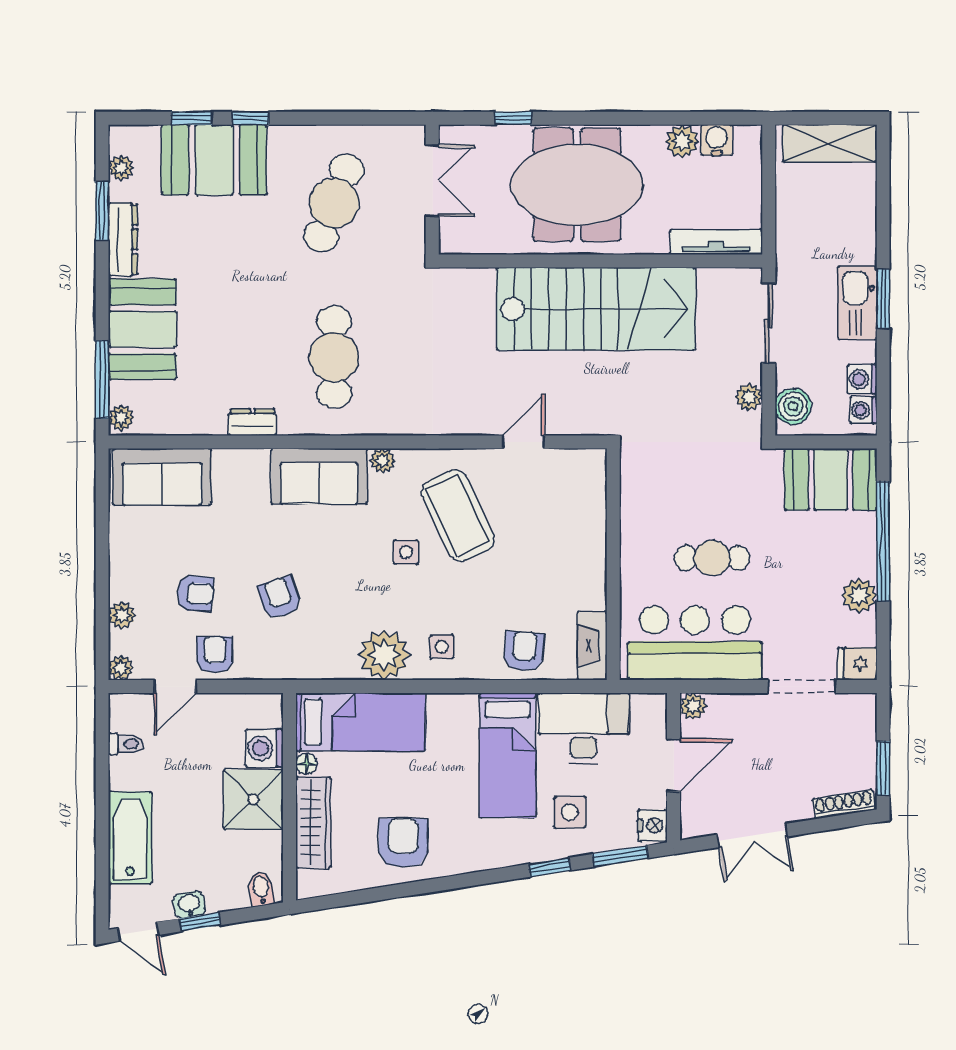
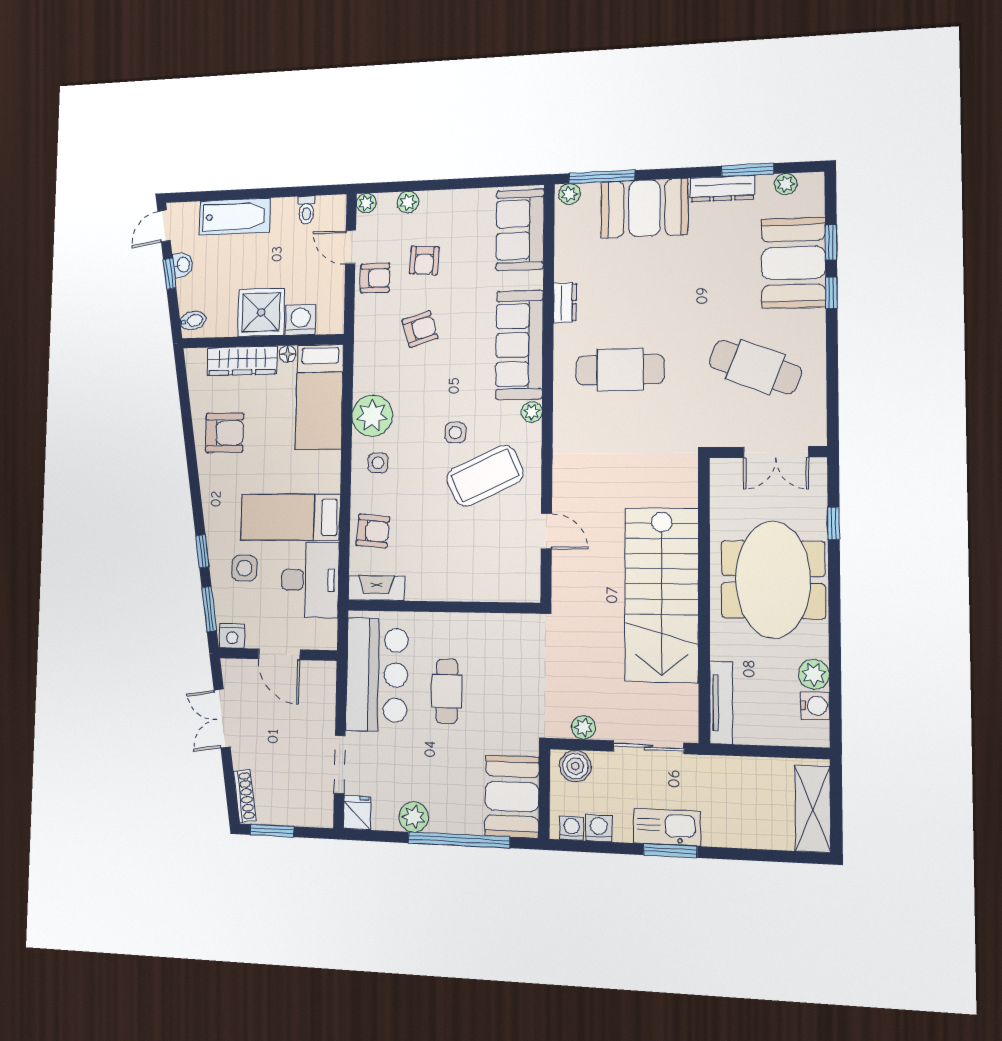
sofa: (319, 476) -> (519, 345), width x1.36
plant: (693, 706) -> (326, 672), removed

